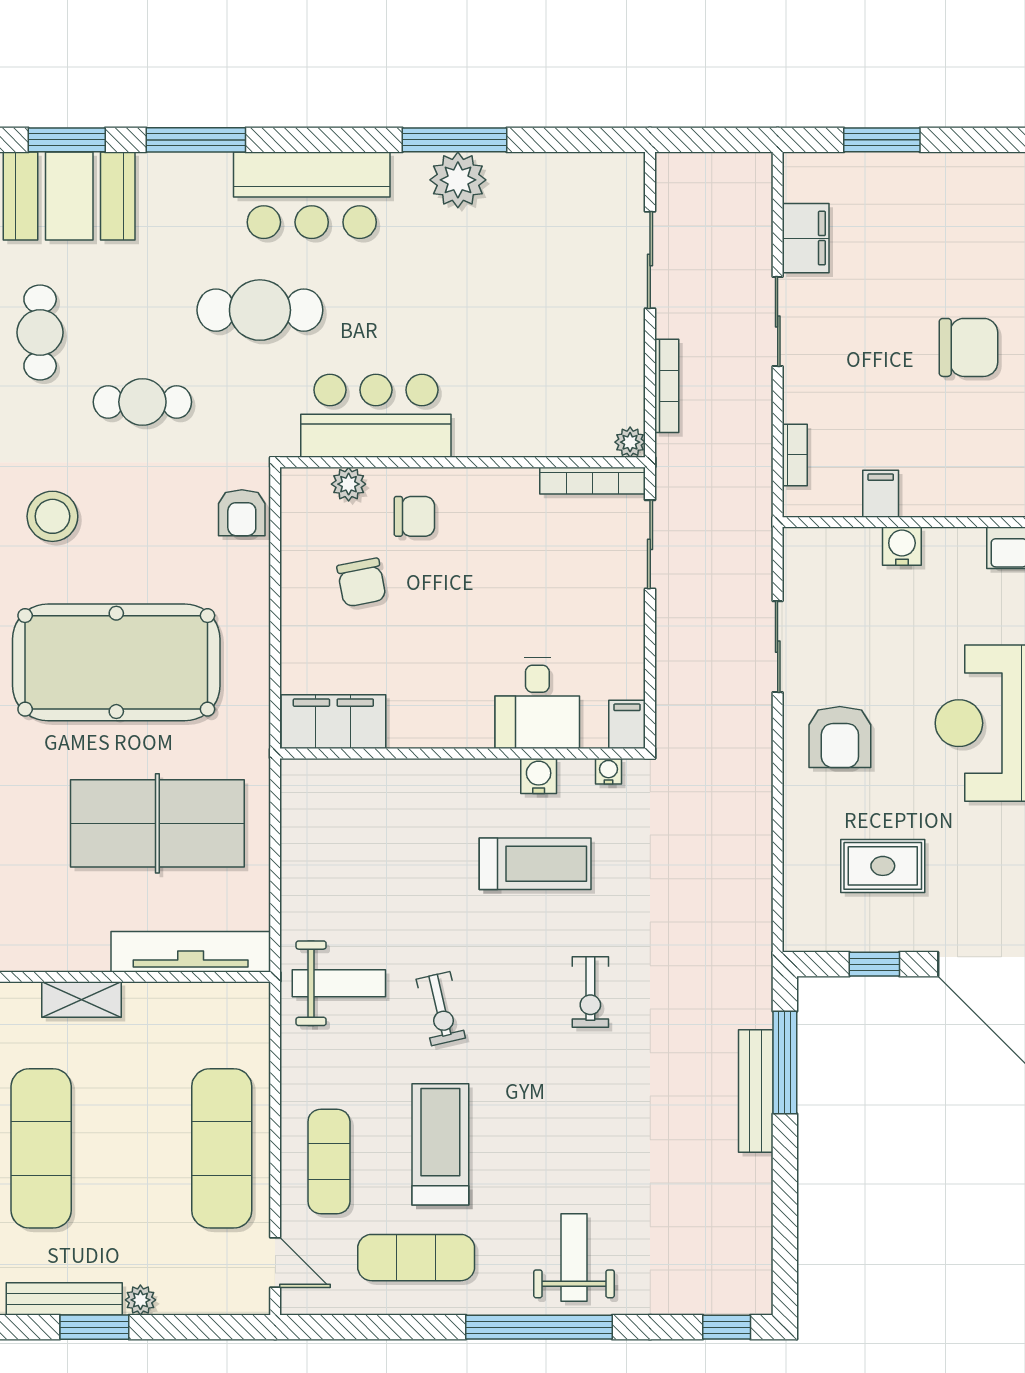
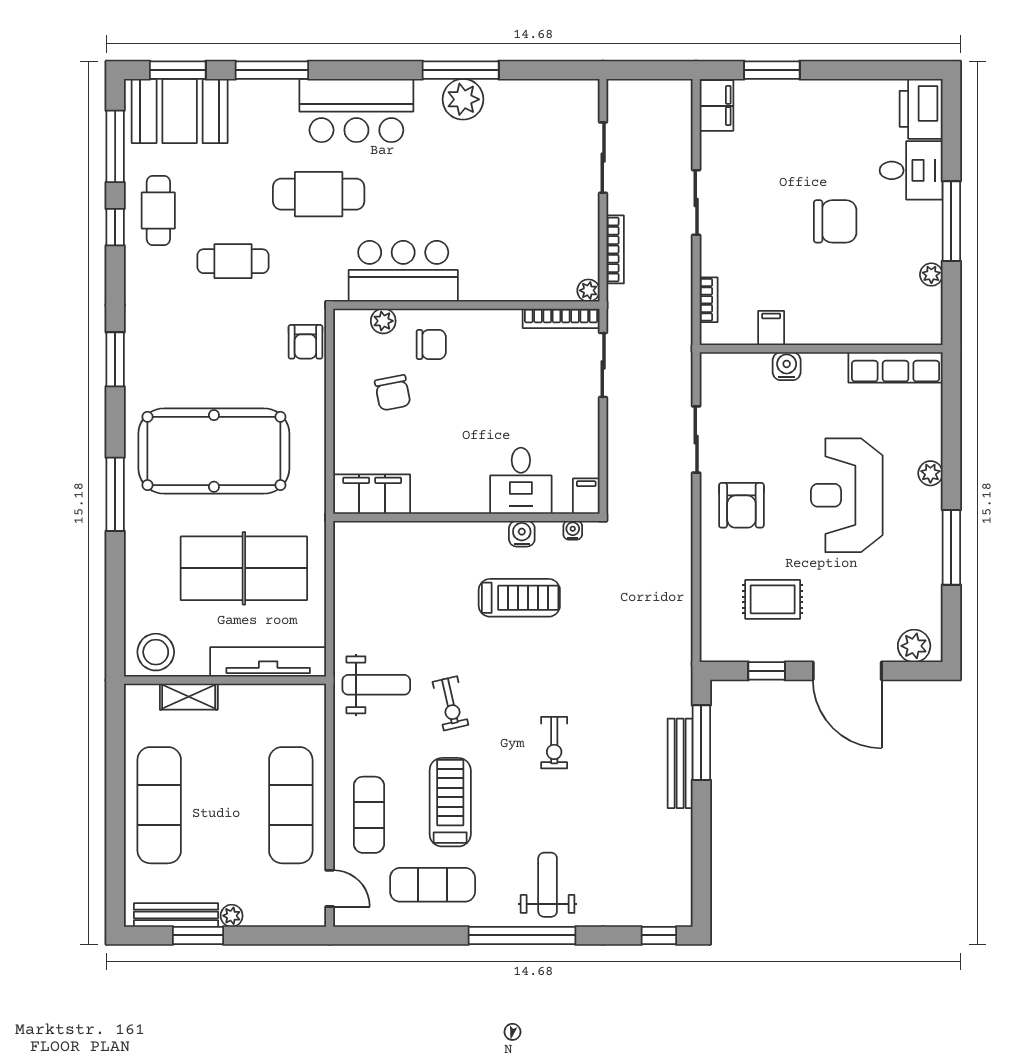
filing cabinet: (806, 238) -> (716, 106), moved
stool: (52, 516) -> (156, 652), moved
exercise bike: (590, 992) -> (554, 743), moved

